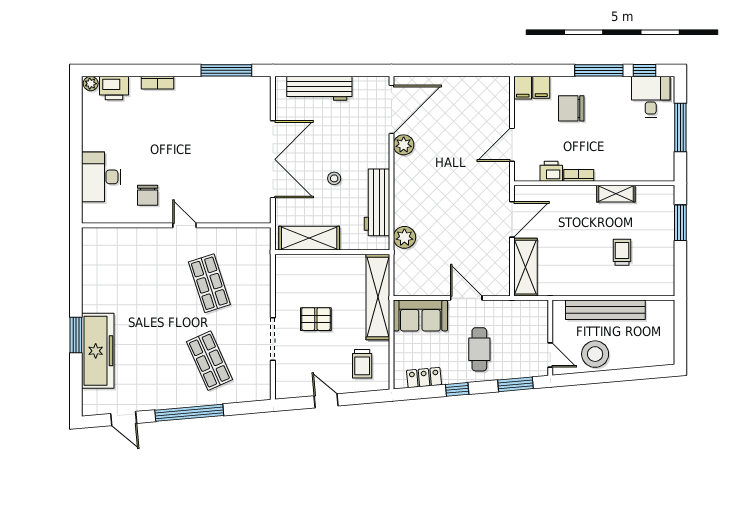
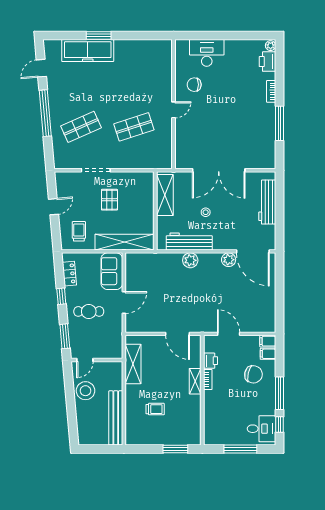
window: (226, 70) -> (279, 123), moved
chair: (571, 108) -> (253, 374), turned 103
shelving: (616, 194) -> (195, 381), moved
plant: (404, 237) -> (190, 260), moved
shelving: (525, 267) -> (133, 364), moved, turned 90
bench: (605, 310) -> (116, 418), moved
trolley: (362, 364) -> (79, 231), turned 90

